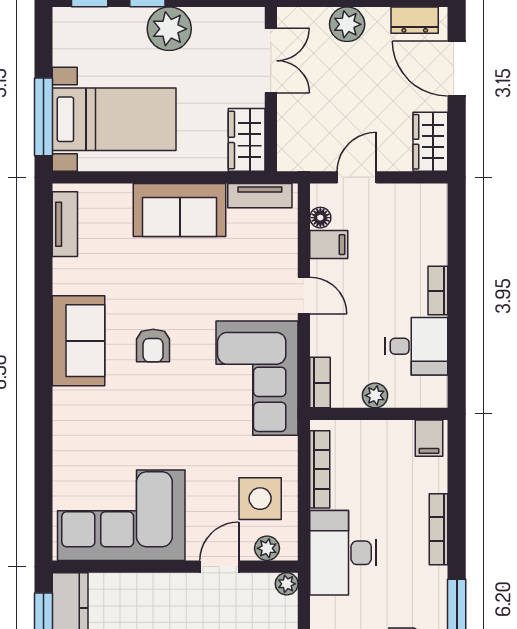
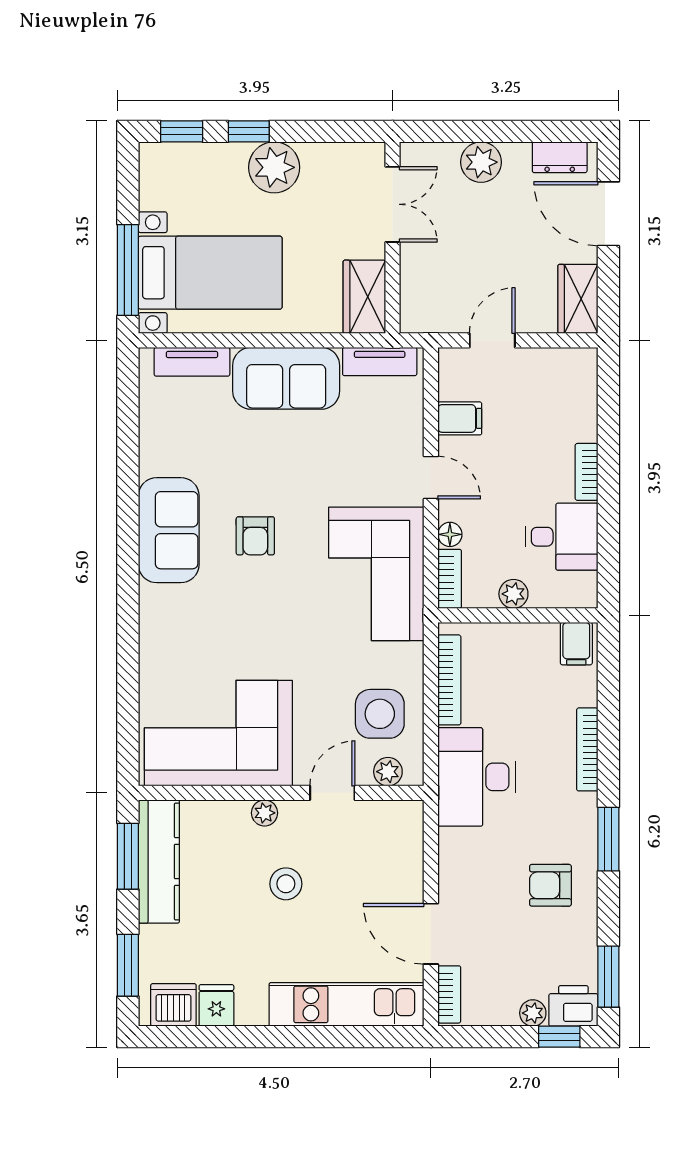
floor lamp: (320, 218) -> (450, 534), moved
tv unit: (65, 224) -> (192, 362), moved, turned 90
plant: (287, 584) -> (265, 813), moved

